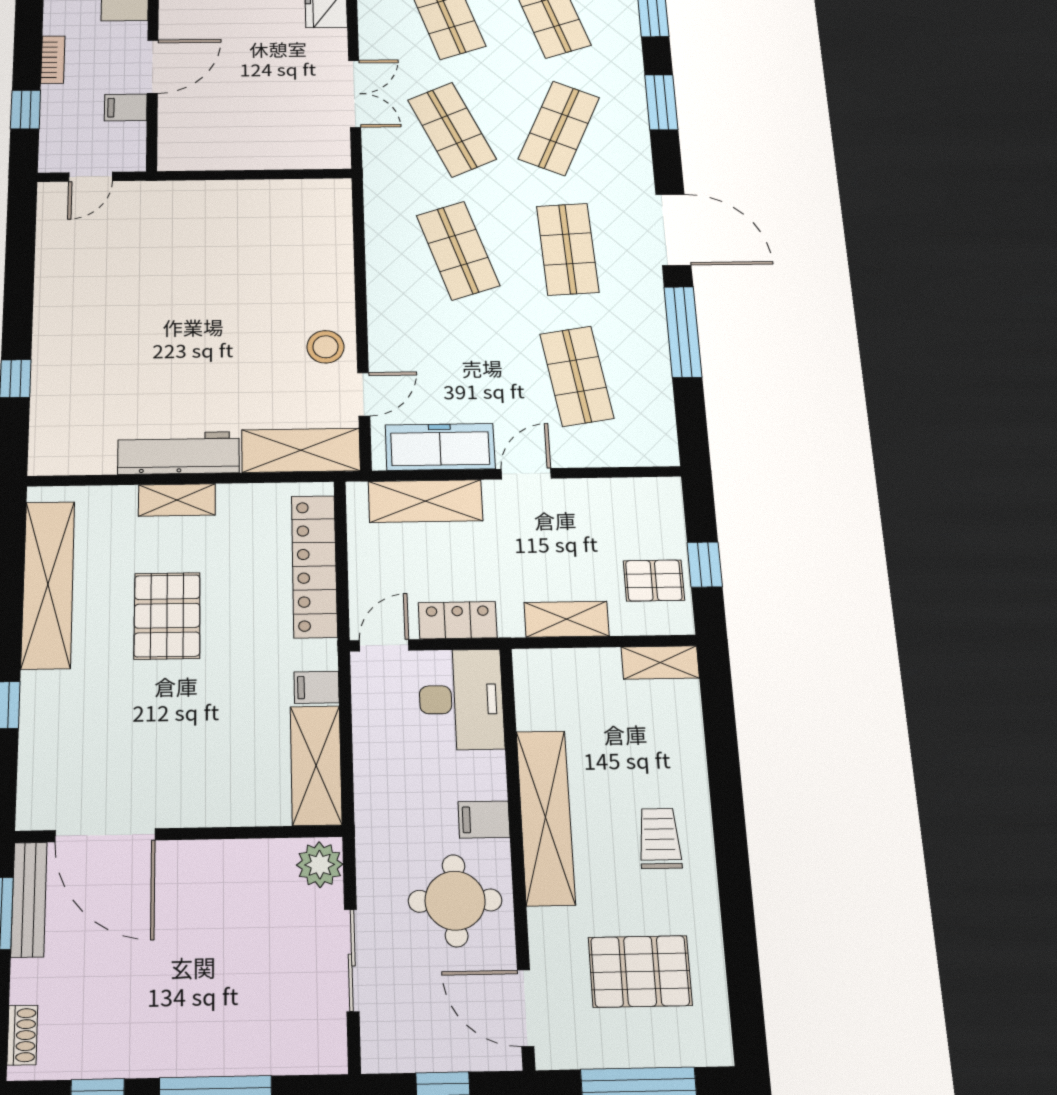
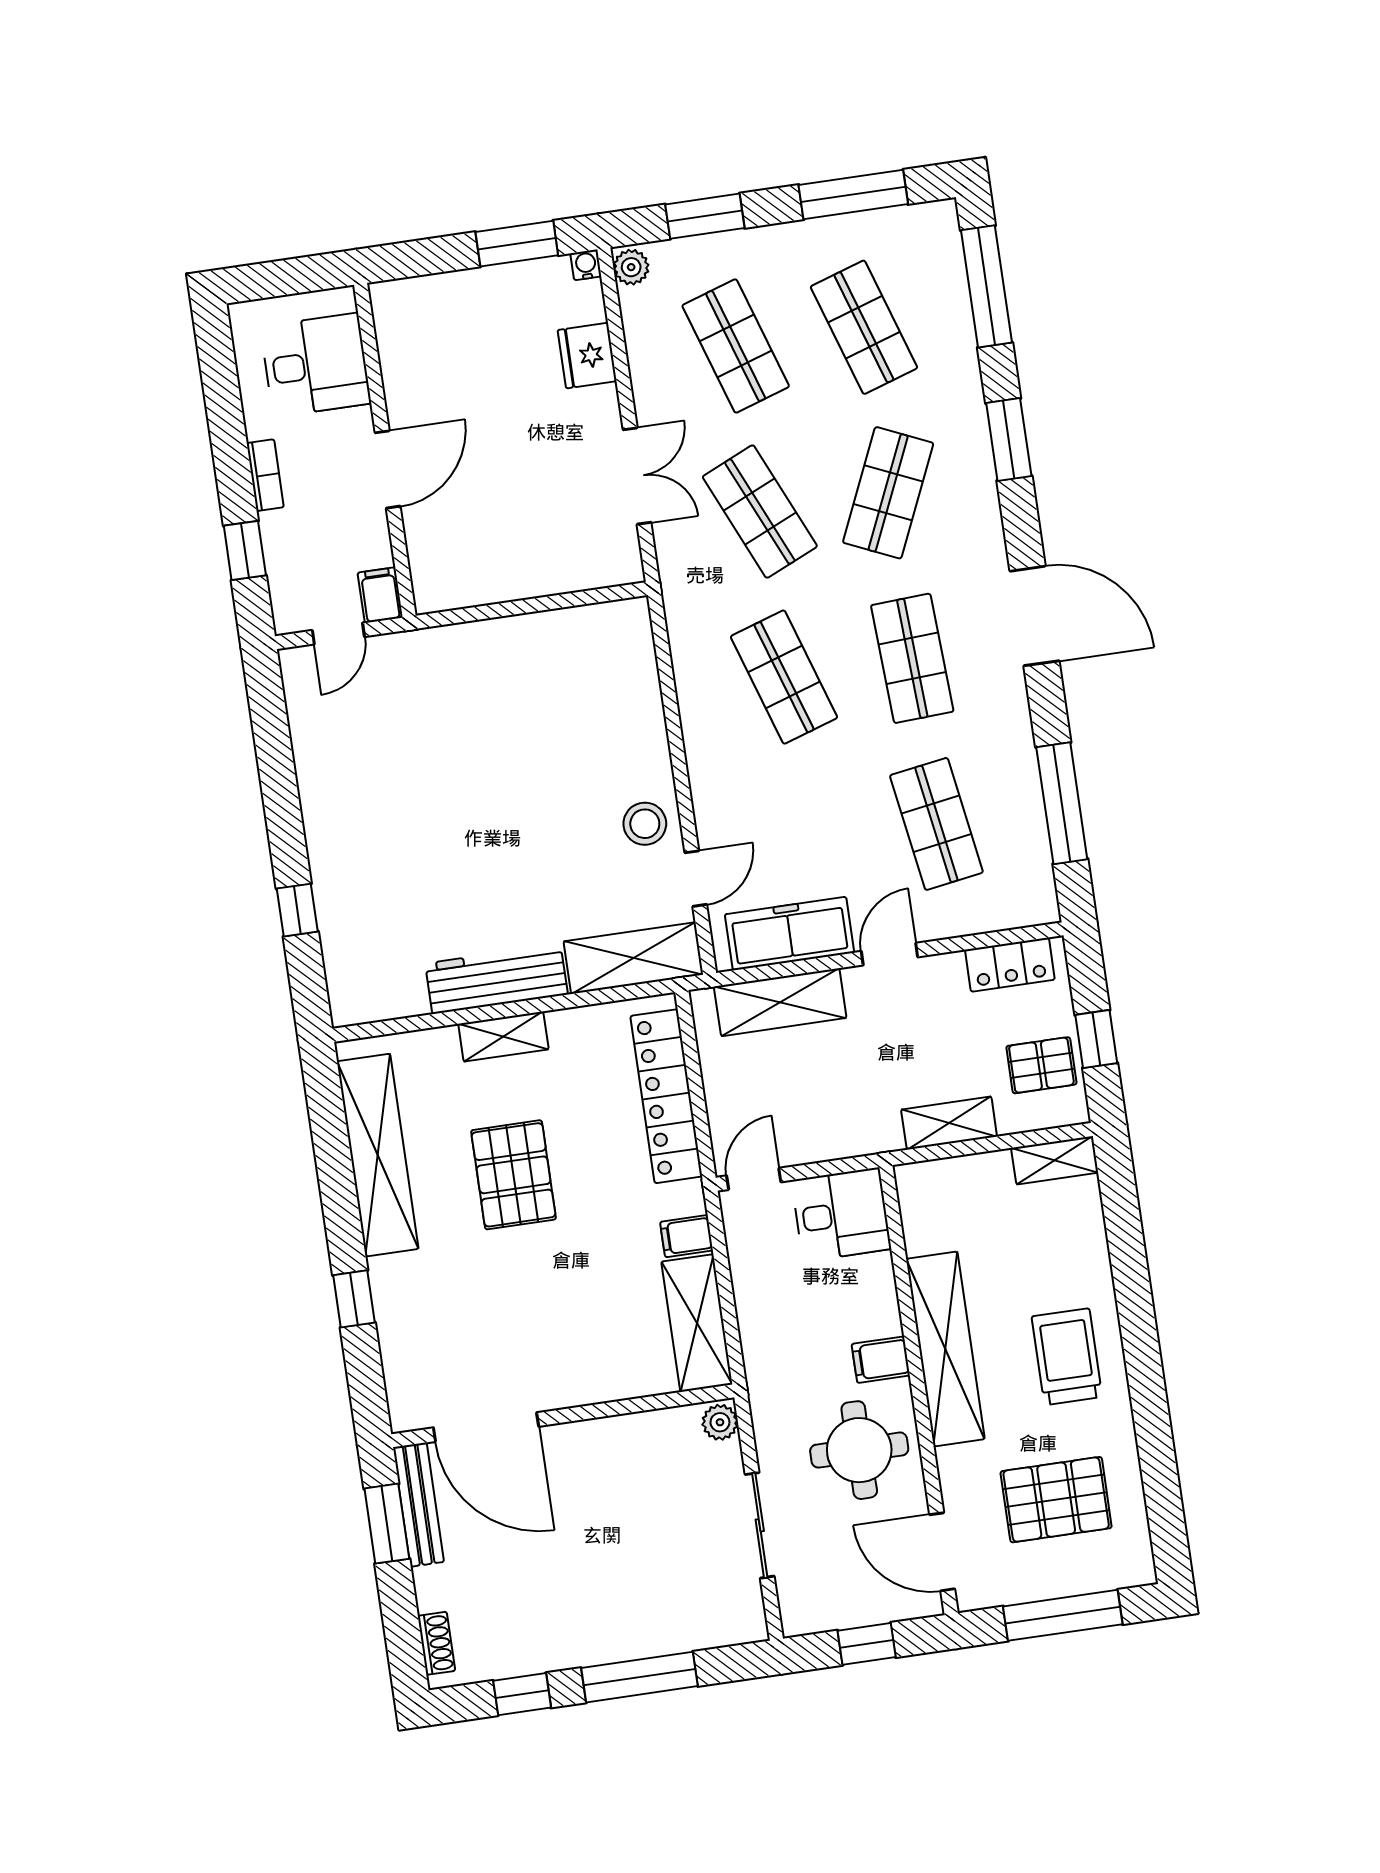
filing cabinet: (126, 108) -> (380, 595), moved, turned 90
window: (683, 332) -> (1062, 803), moved
locker: (458, 620) -> (1010, 965), moved, turned 180
desk: (461, 699) -> (841, 1215), width x0.73
trolley: (660, 838) -> (1067, 1357), width x1.36, depth x1.39
plant: (320, 865) -> (720, 1422), width x0.73, depth x0.73

